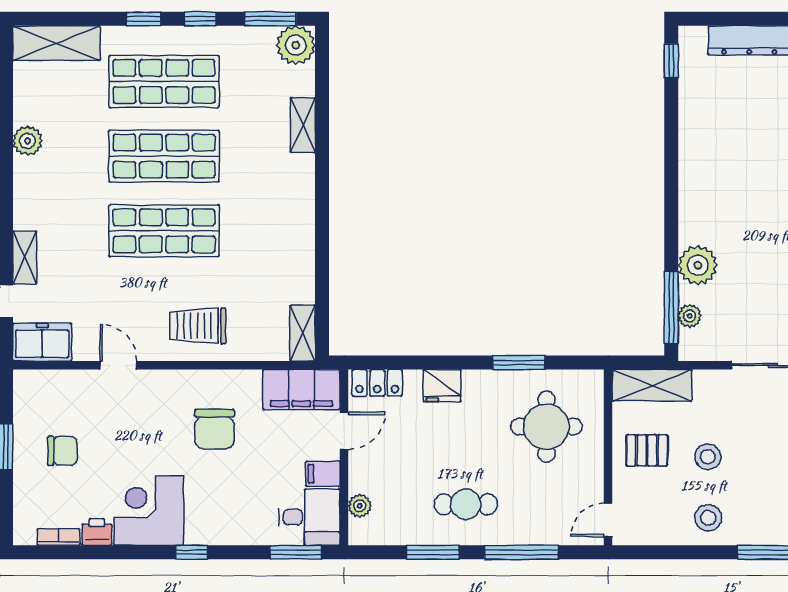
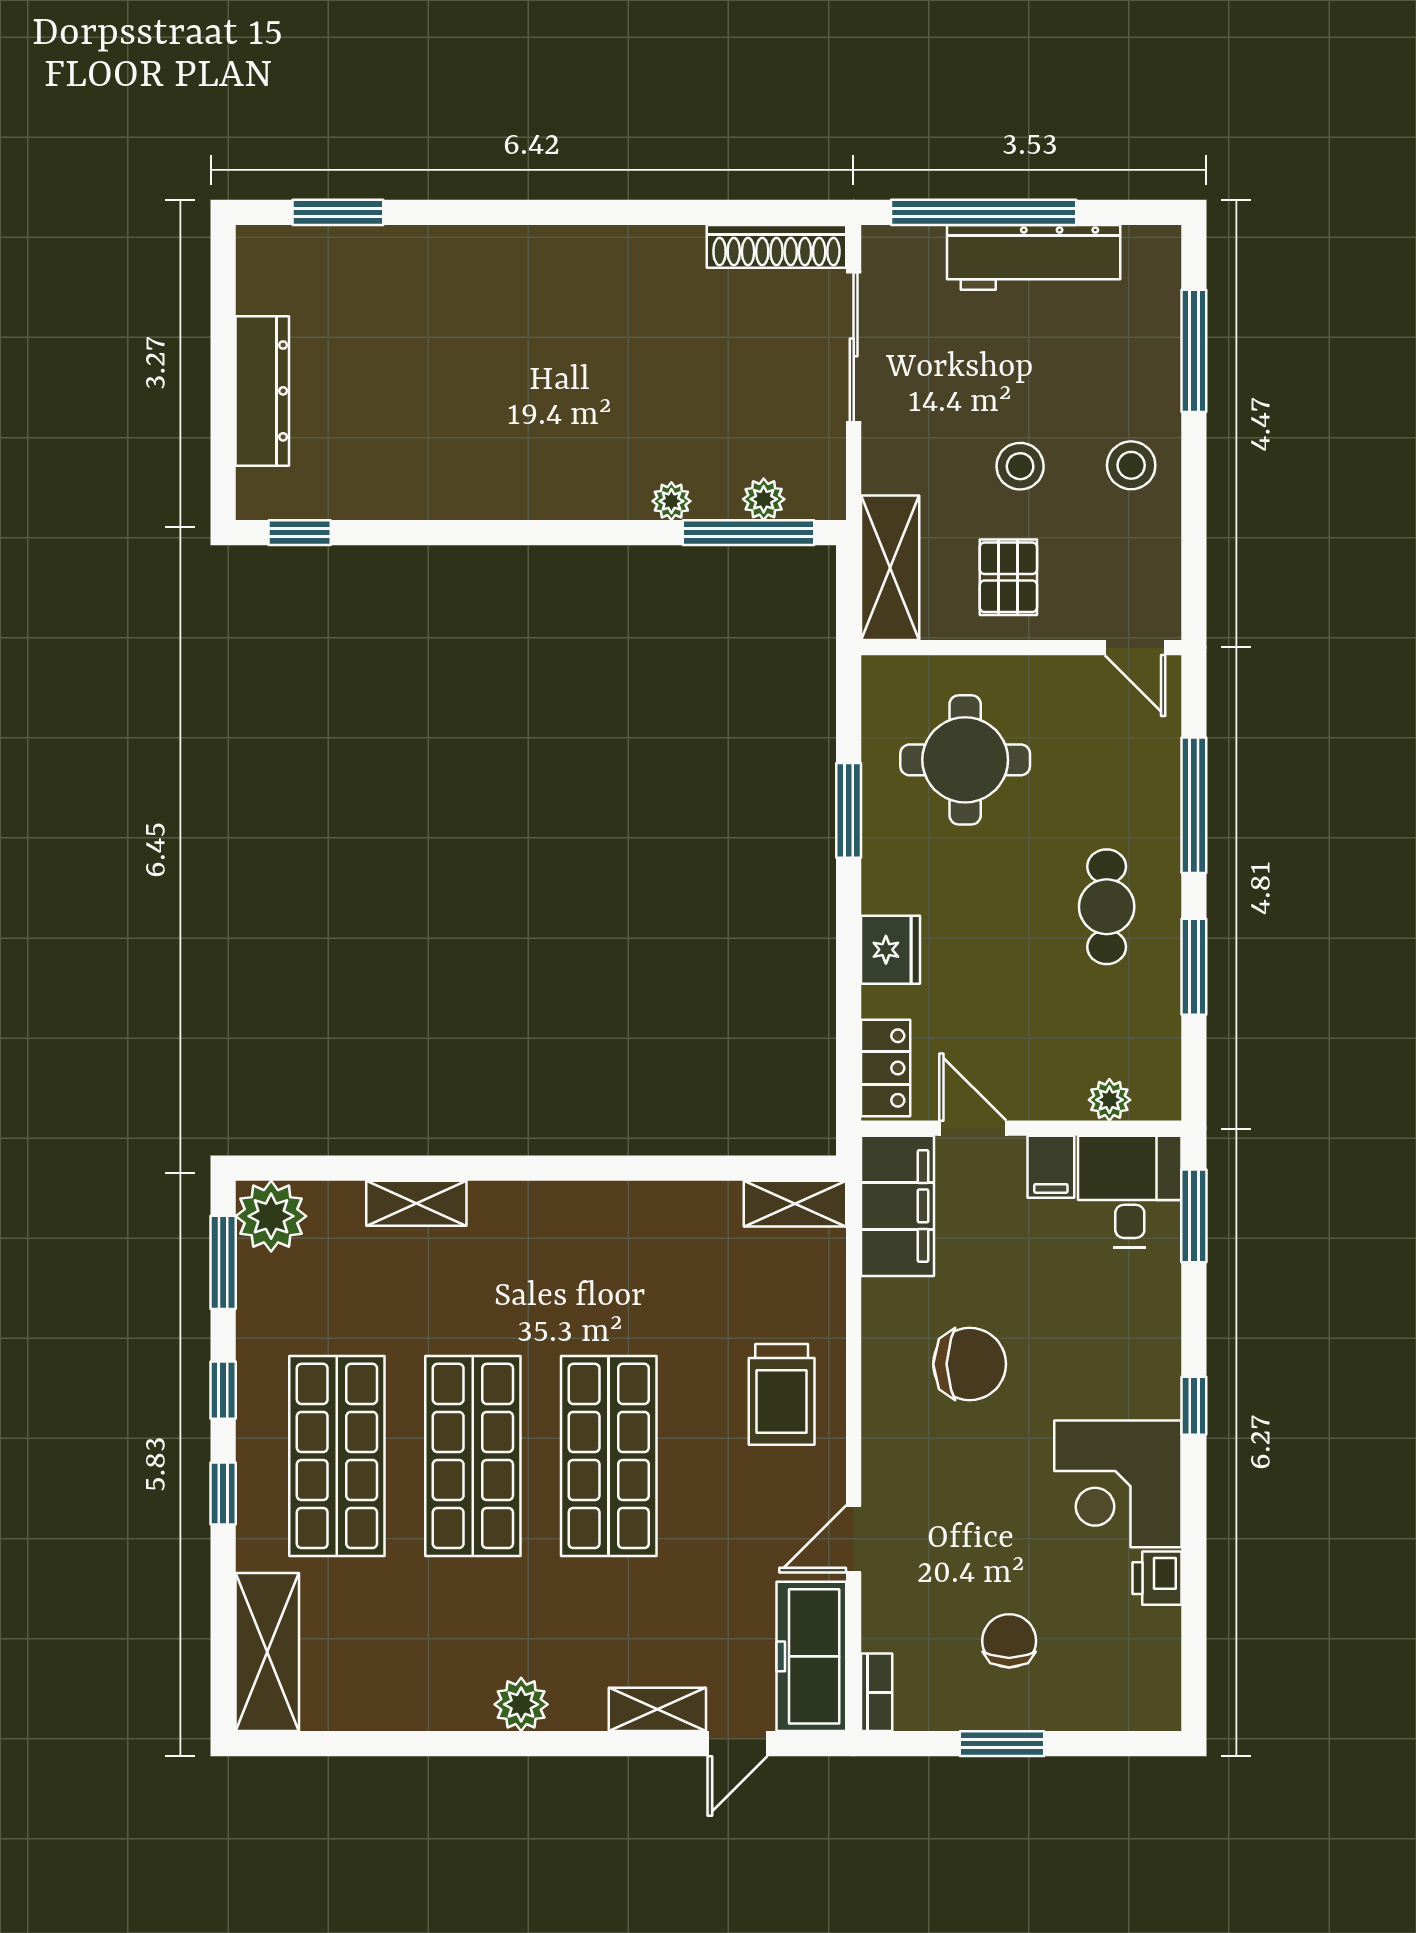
plant: (27, 141) -> (521, 1704), moved
plant: (698, 265) -> (671, 501), width x0.53, depth x0.53
freezer: (42, 342) -> (811, 1656), width x1.40
bookcase: (59, 537) -> (877, 1692), moved, turned 180

